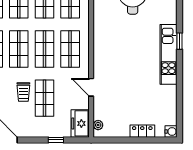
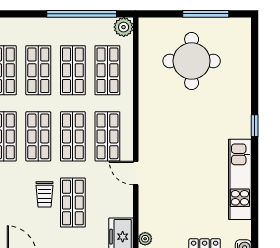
kitchen unit: (168, 54) -> (240, 179), moved
door: (91, 87) -> (136, 173), moved

